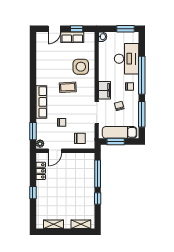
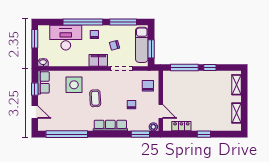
row of seats: (72, 37) -> (44, 82), moved
window: (33, 60) -> (67, 134), added

